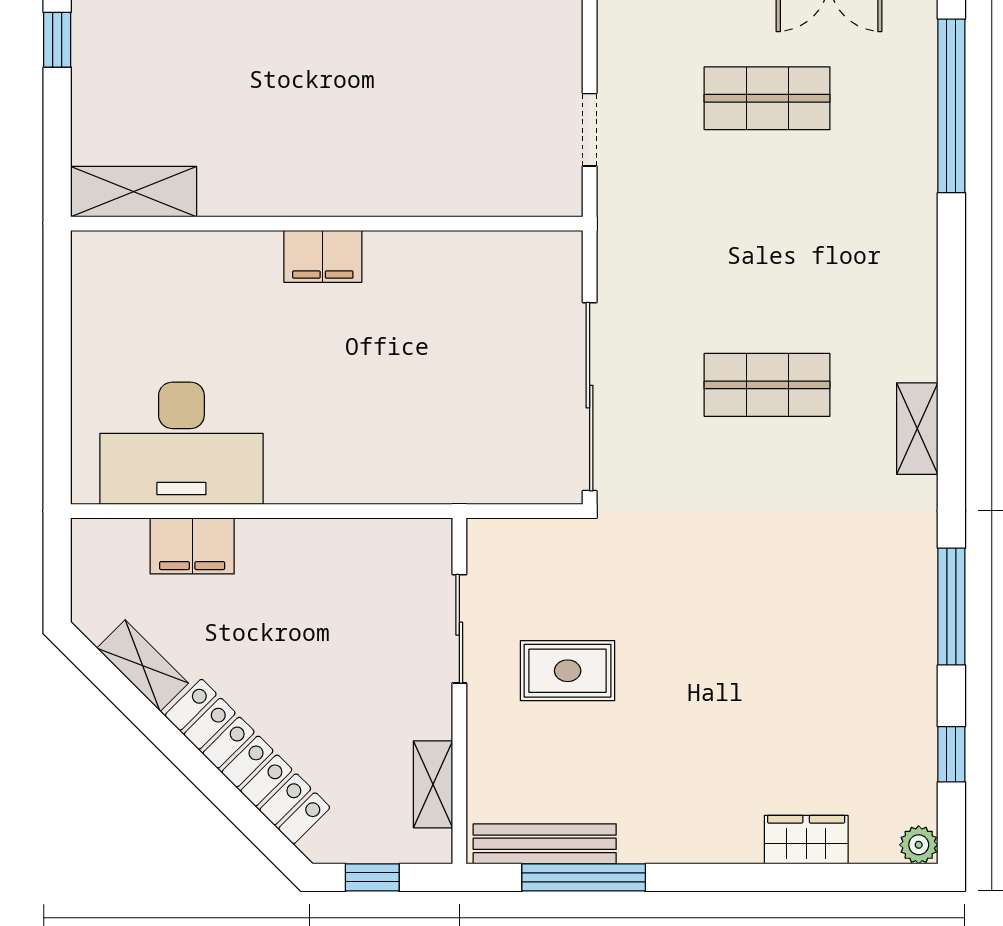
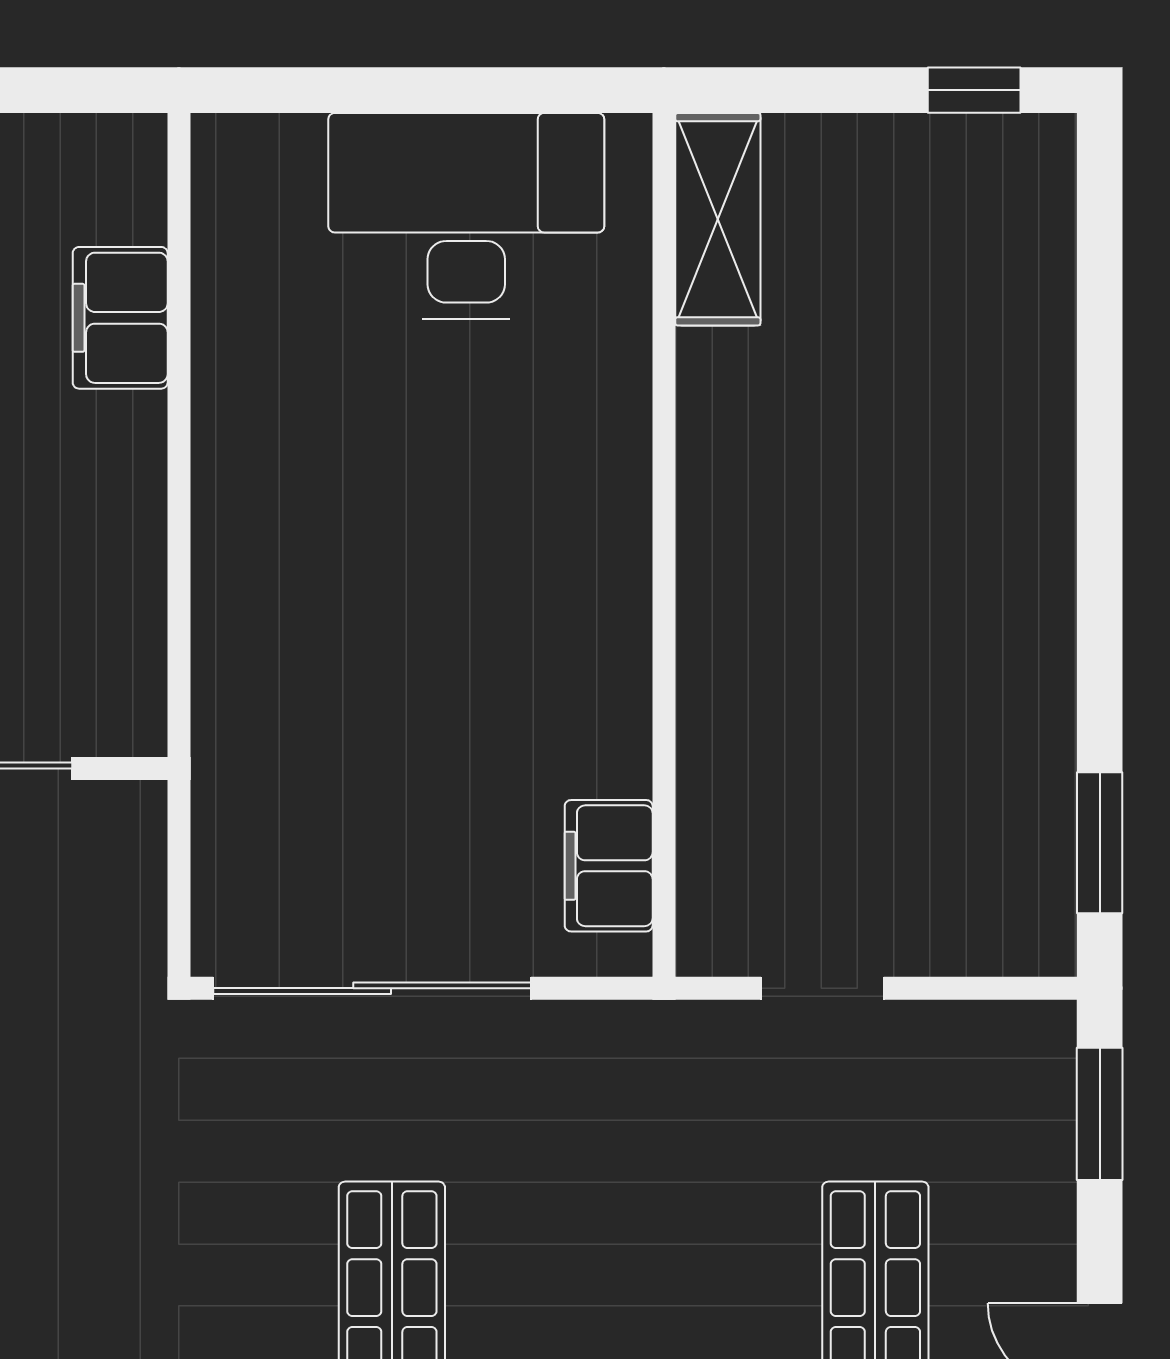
filing cabinet: (323, 256) -> (609, 866), moved
desk: (181, 443) -> (466, 216), moved, turned 90

